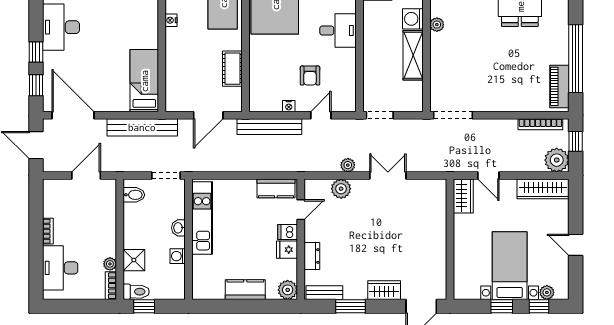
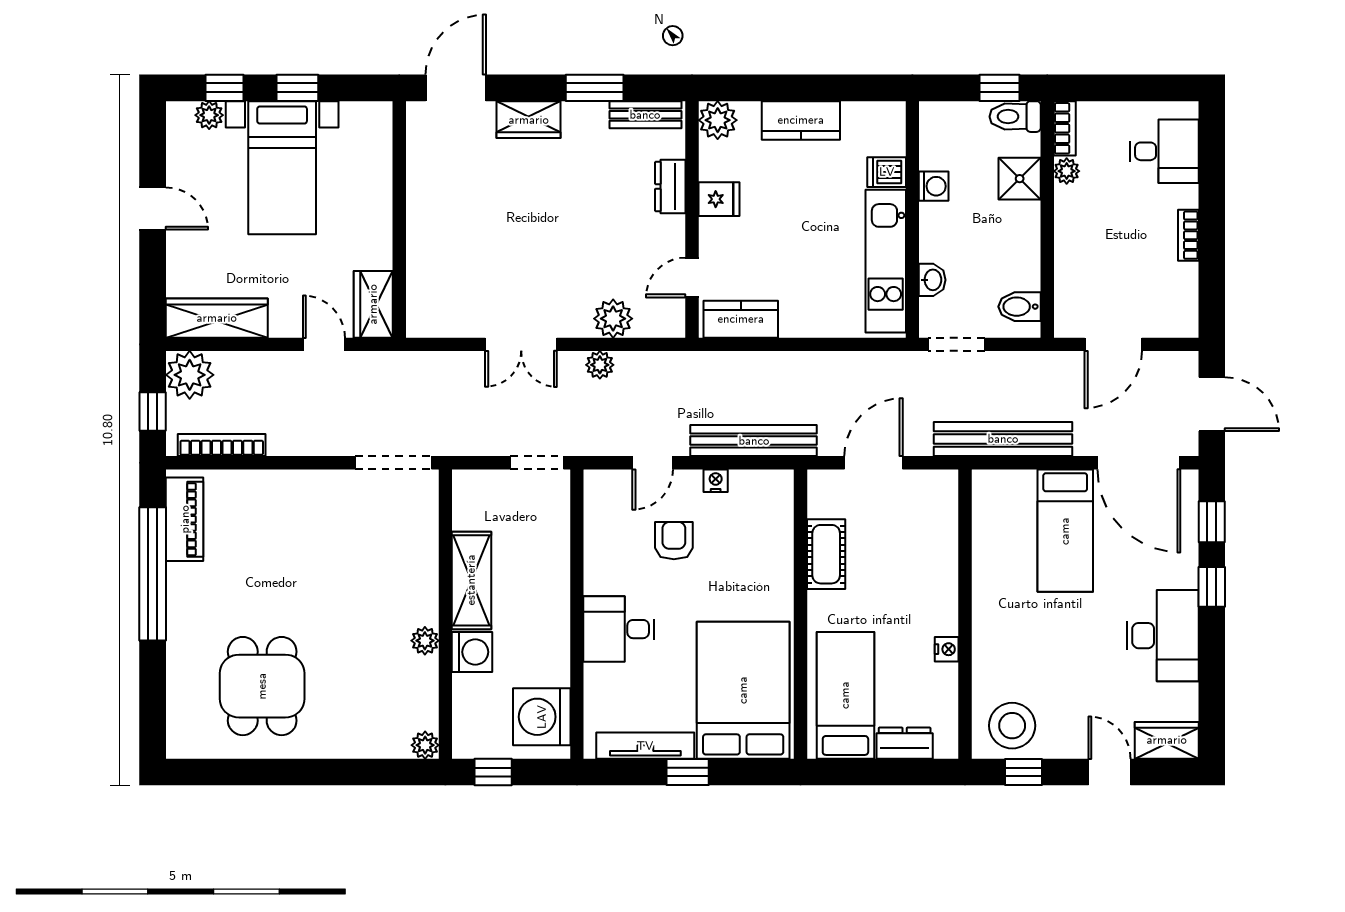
bed: (144, 81) -> (1065, 531), moved
washbasin: (178, 228) -> (932, 280), moved
dishwasher: (288, 232) -> (887, 172), moved, turned 180
desk: (60, 268) -> (1164, 151), width x0.73

